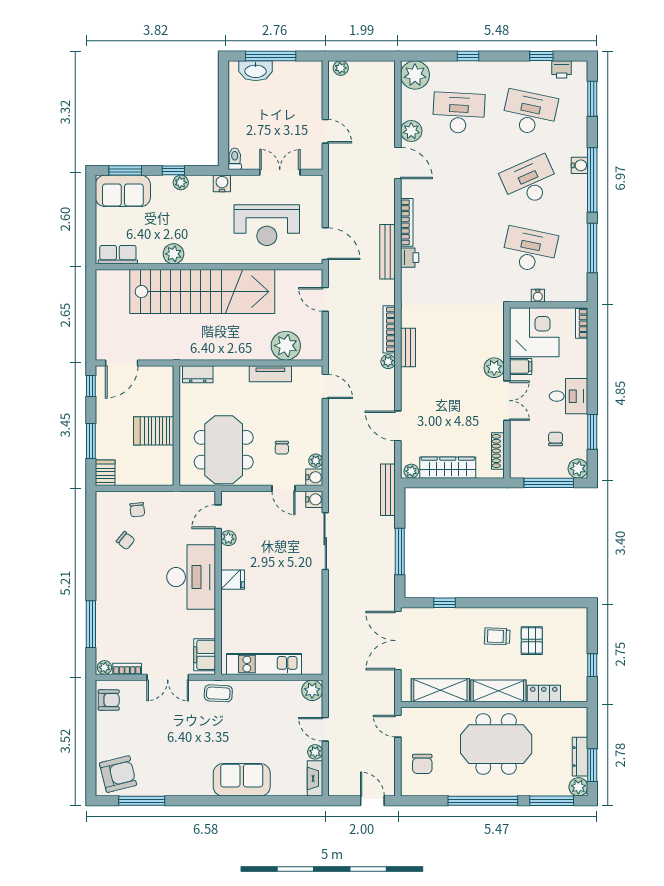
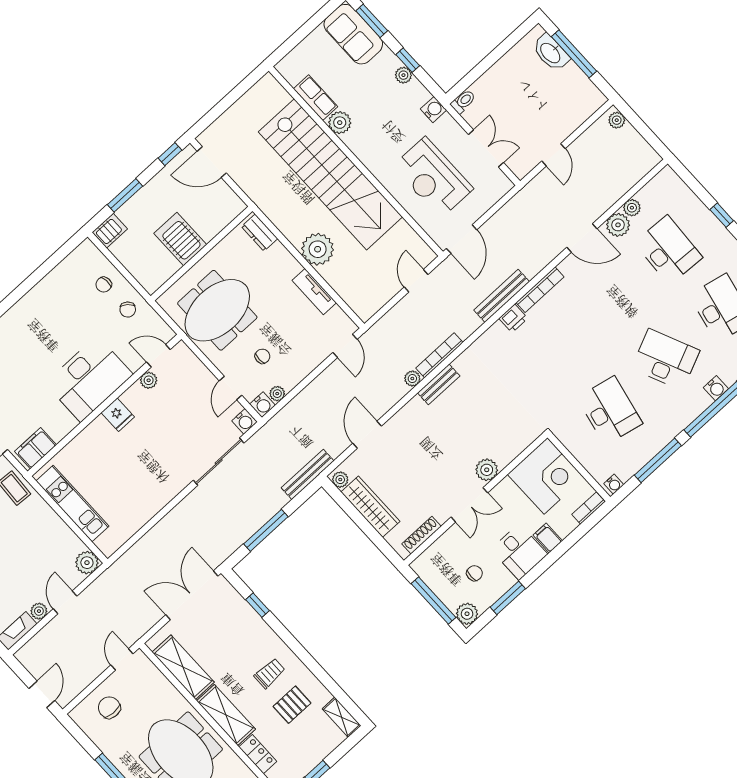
plant: (415, 75) -> (632, 208), moved, width x0.53, depth x0.53
door: (398, 163) -> (582, 238), hinge flipped
row of seats: (118, 255) -> (316, 98), moved
water cooler: (538, 296) -> (614, 484), moved, turned -90
plant: (286, 346) -> (318, 249), moved
filing cabinet: (521, 366) -> (548, 538), moved, turned 180
chair: (282, 448) -> (262, 356), turned 180
chair: (126, 541) -> (128, 310), moved
shelving: (570, 615) -> (342, 717), added
trolley: (497, 636) -> (270, 673), turned 88
chair: (422, 764) -> (109, 708), turned 92

